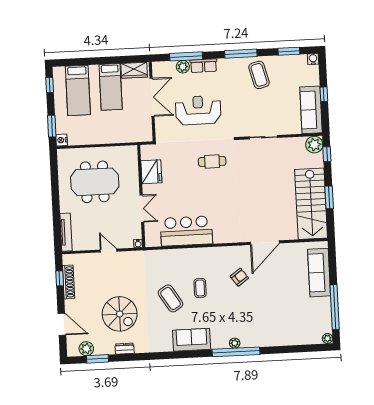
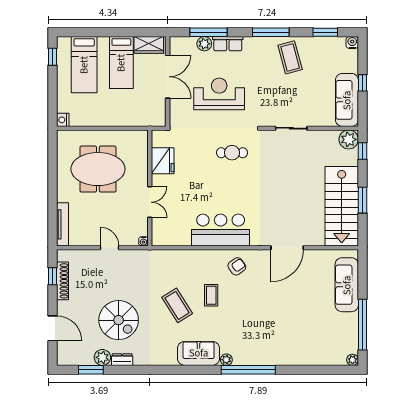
window: (52, 126) -> (53, 103), removed
bar counter: (186, 231) -> (221, 230), moved
armchair: (239, 277) -> (237, 266), moved
plant: (235, 343) -> (226, 360), moved
plant: (86, 349) -> (102, 357), moved

